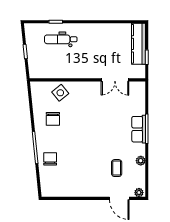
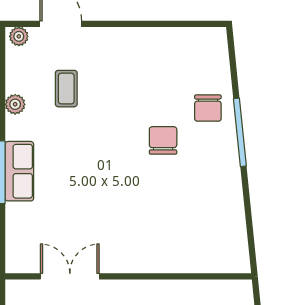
side table: (60, 93) -> (186, 249), removed
chair: (53, 119) -> (163, 140), moved

